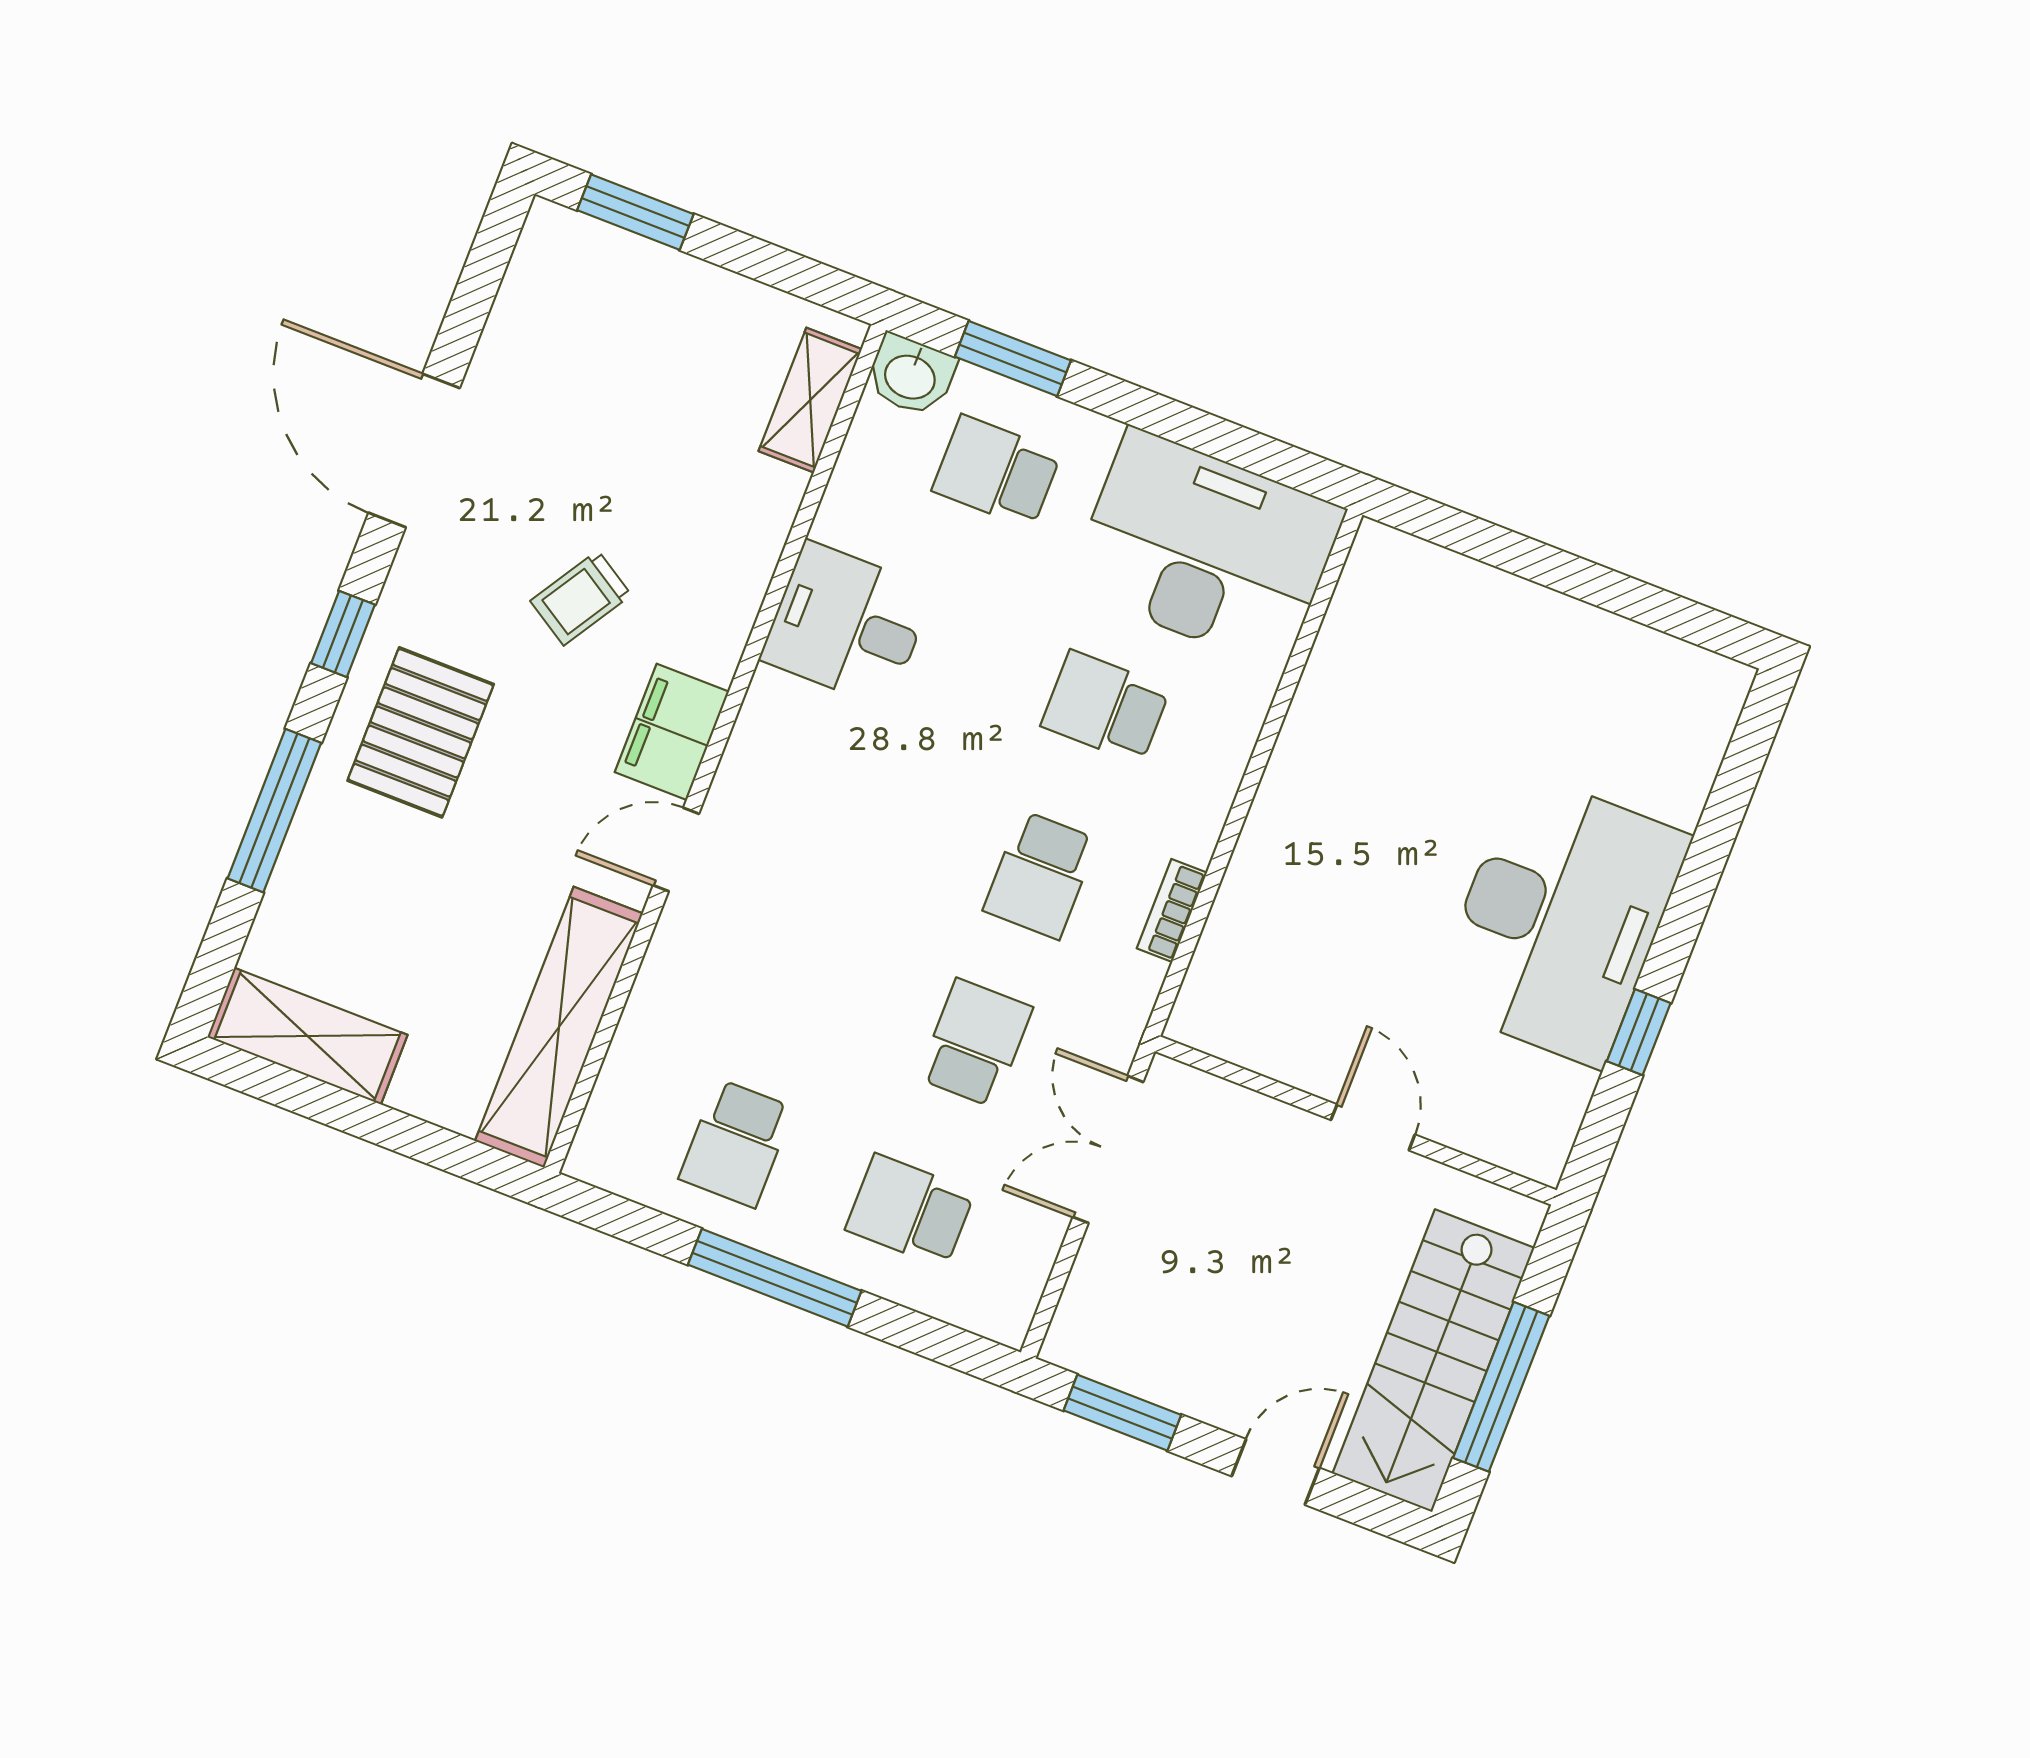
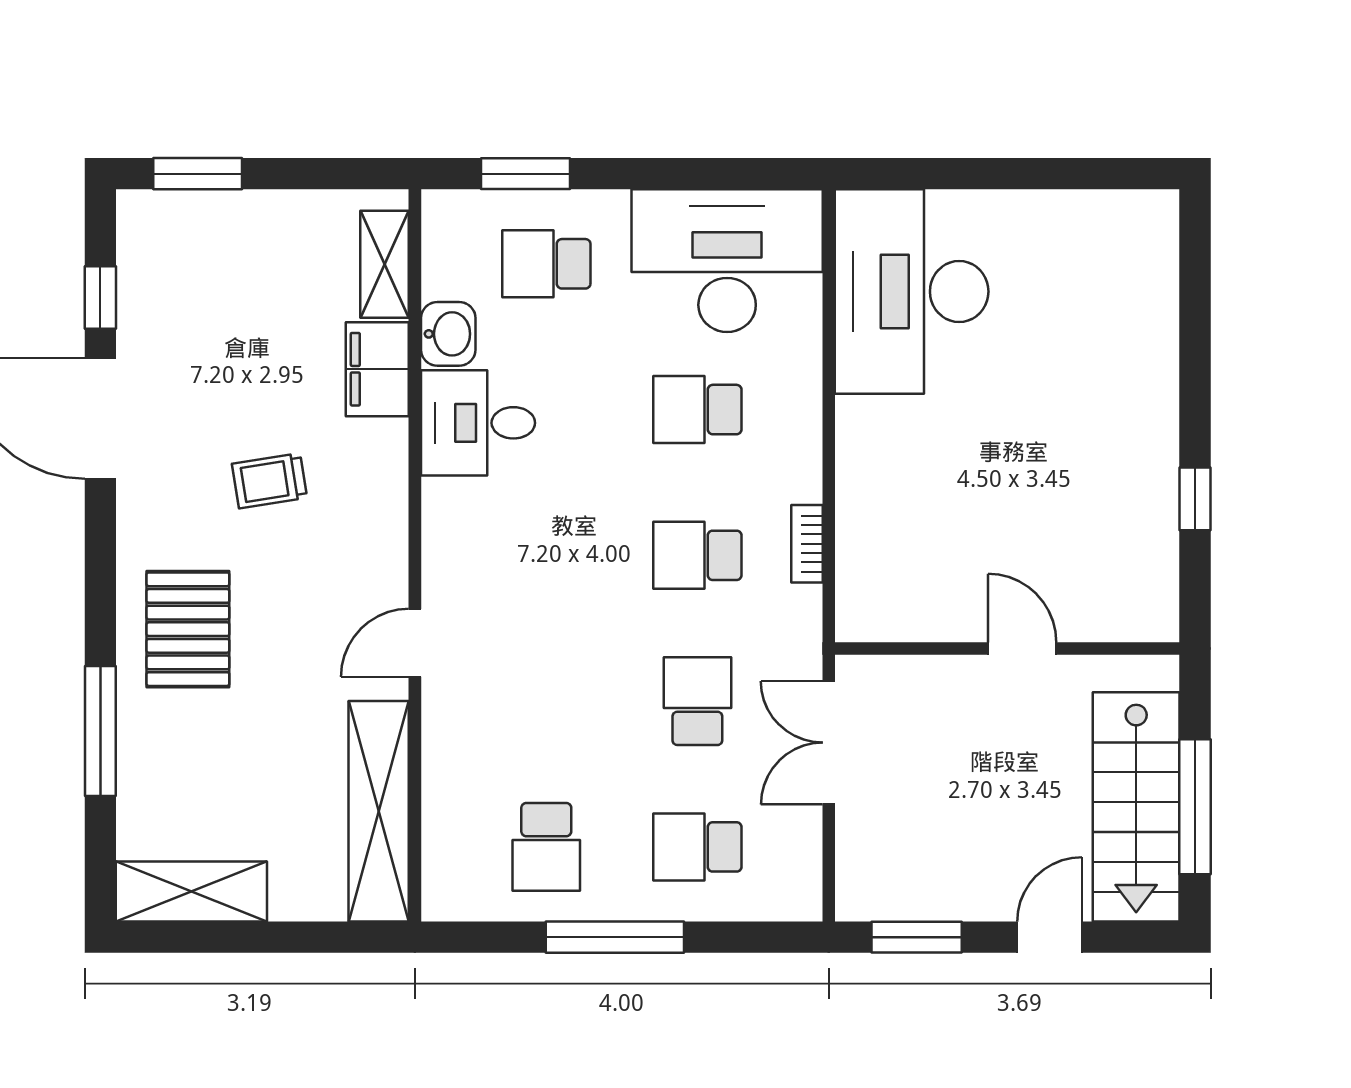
washbasin: (911, 375) -> (448, 334), moved, turned -90
trolley: (581, 598) -> (269, 481), turned 49
window: (343, 634) -> (100, 297), moved
filing cabinet: (672, 732) -> (377, 369), moved
school desk: (1040, 875) -> (697, 555), turned 90
desk: (1560, 920) -> (912, 292), moved, turned 180

